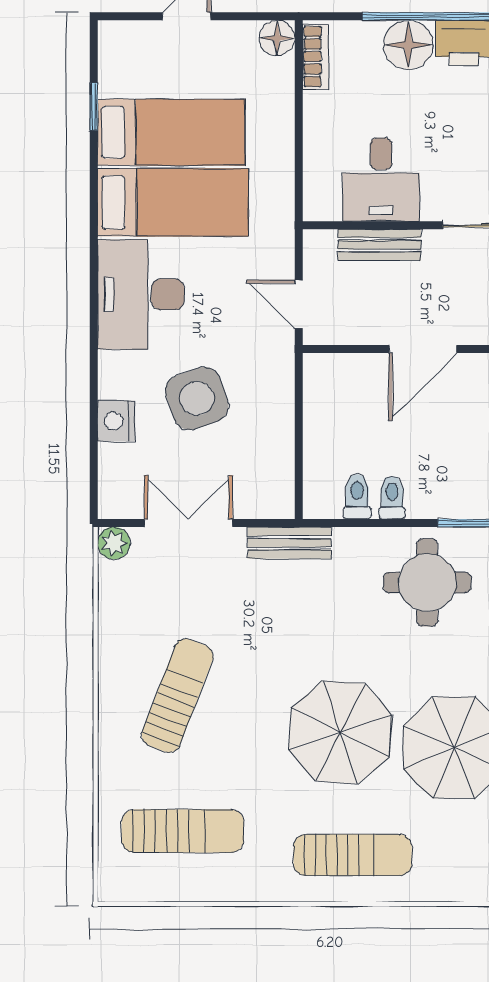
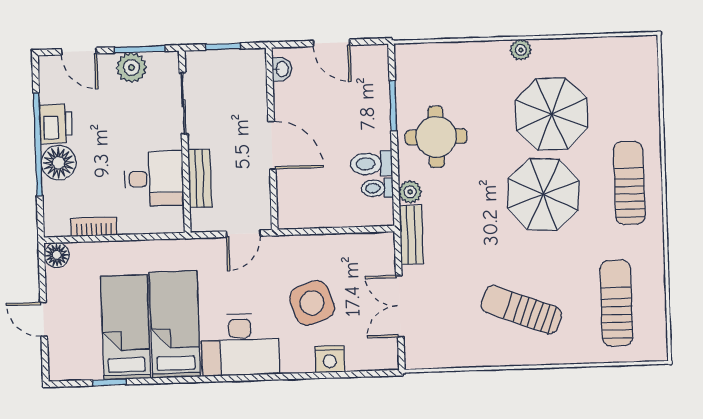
bookcase: (316, 57) -> (94, 227), moved
toilet: (392, 498) -> (371, 164), width x1.37, depth x1.39
plant: (114, 543) -> (410, 192), moved

